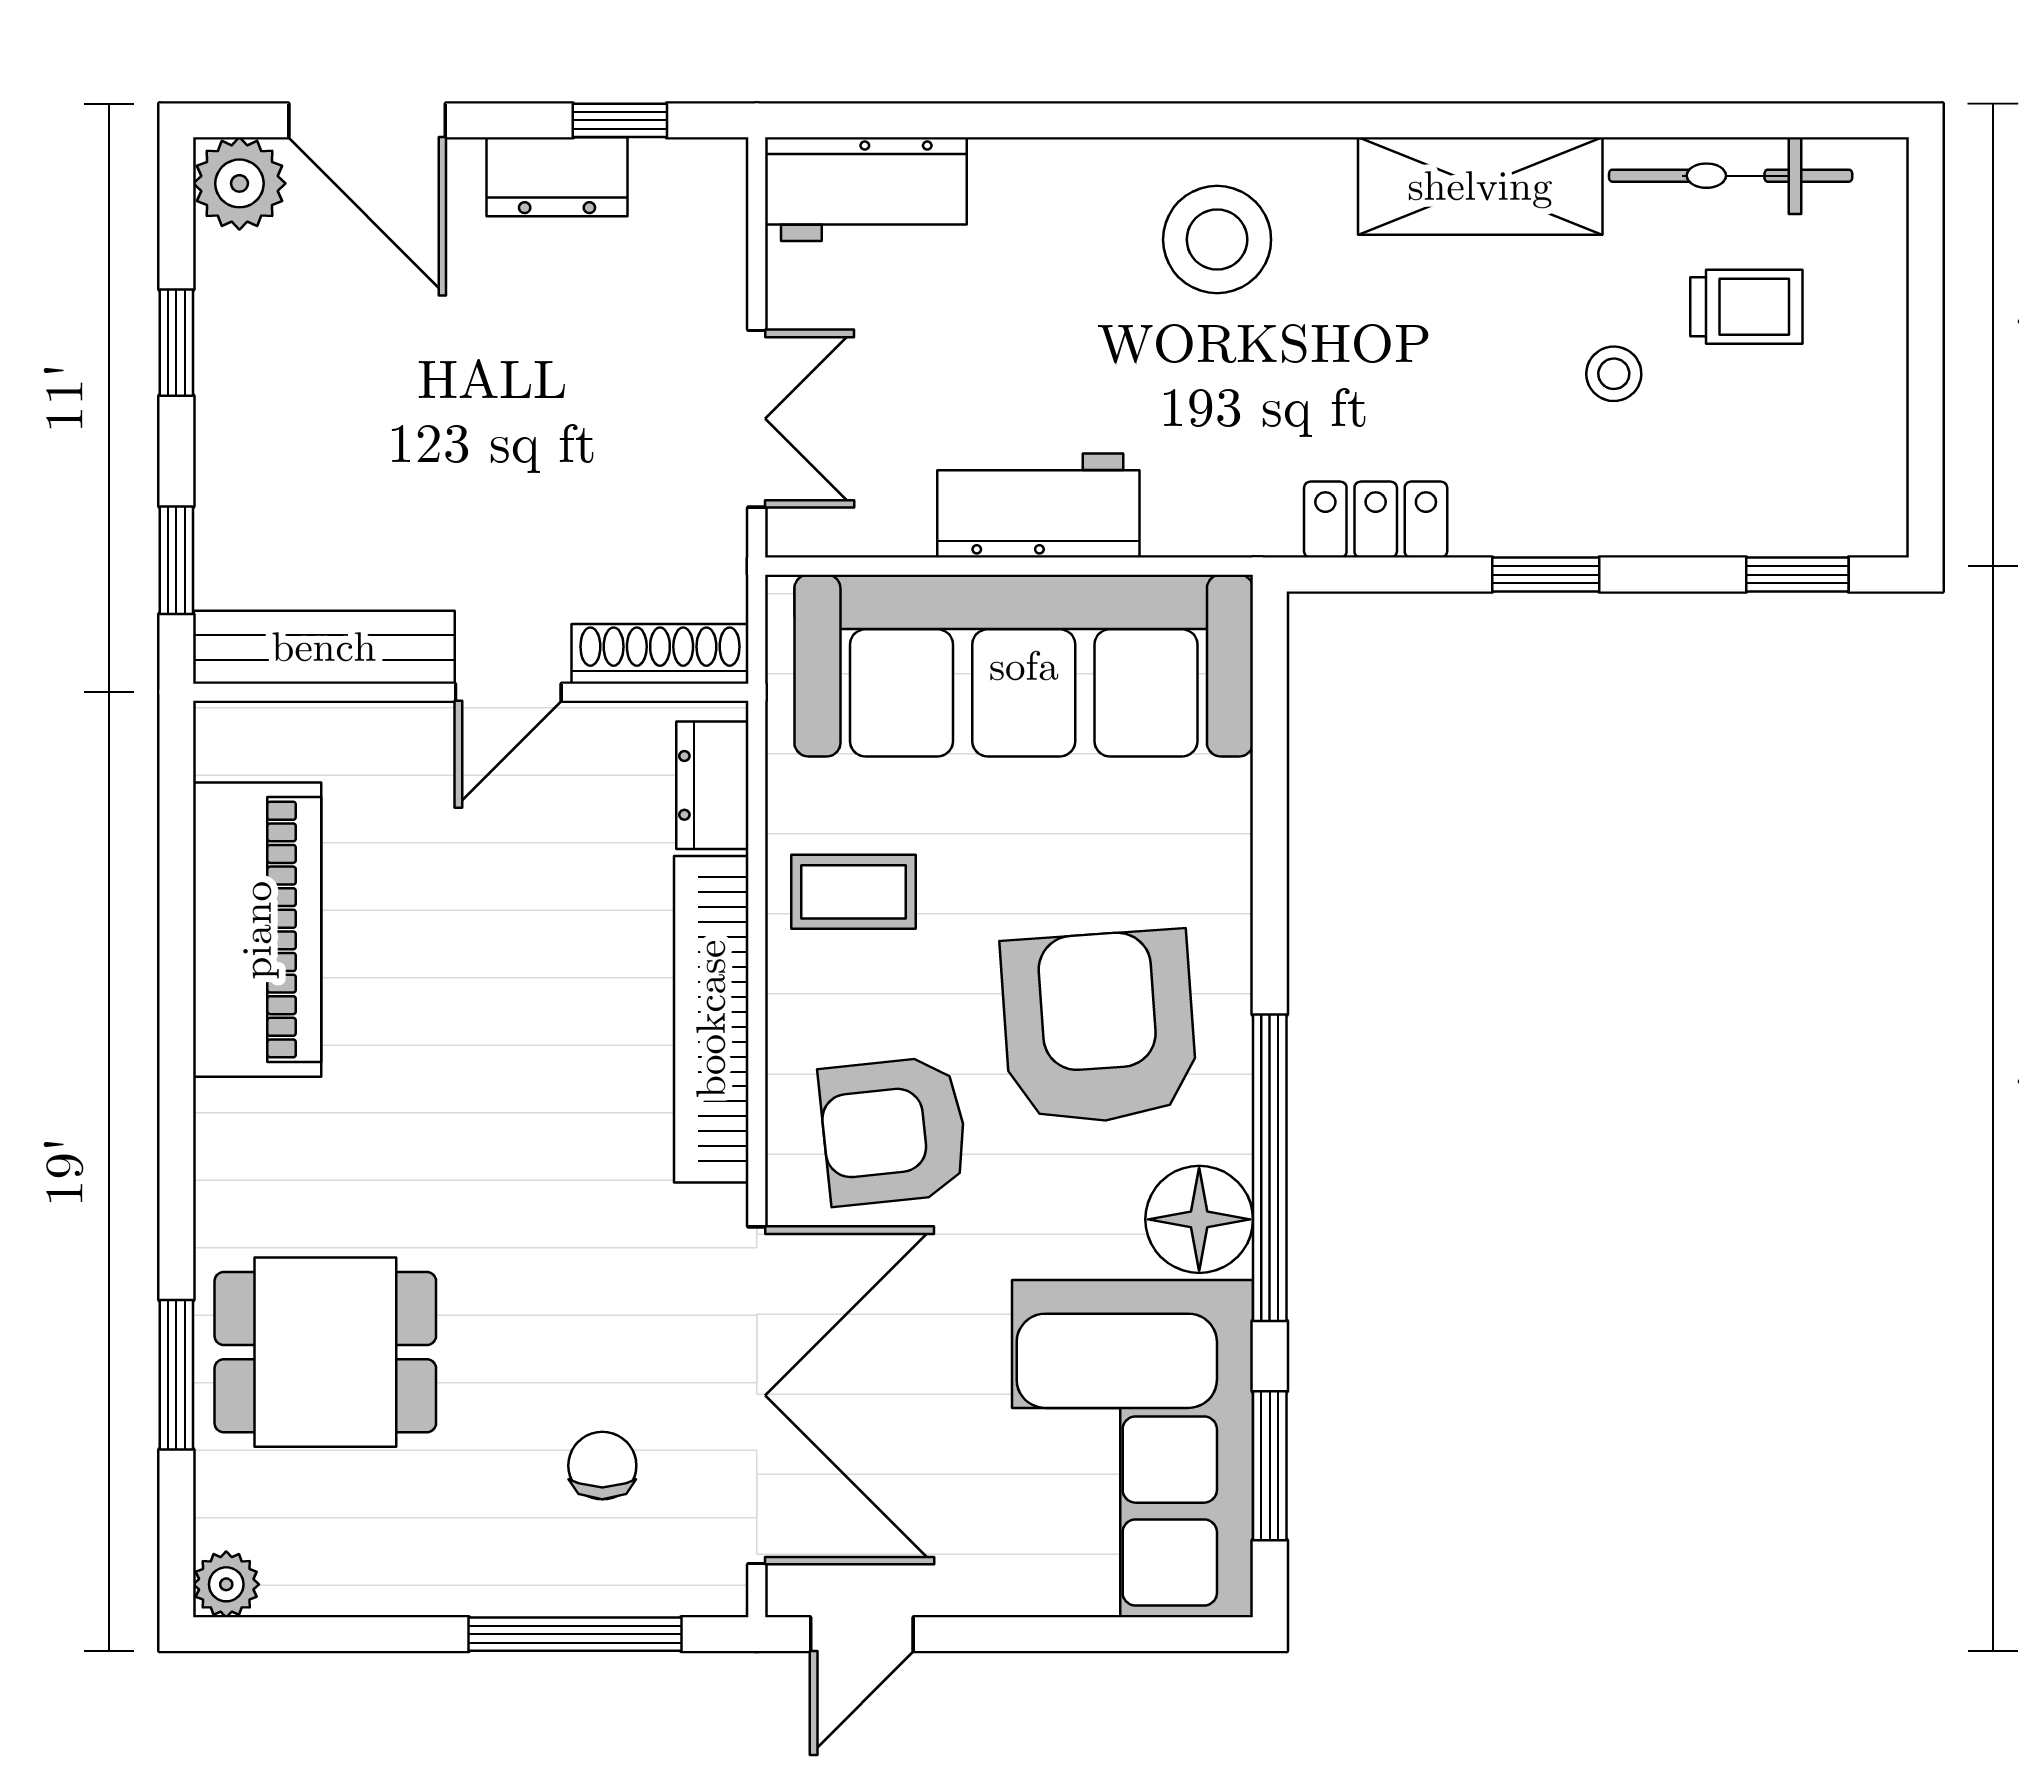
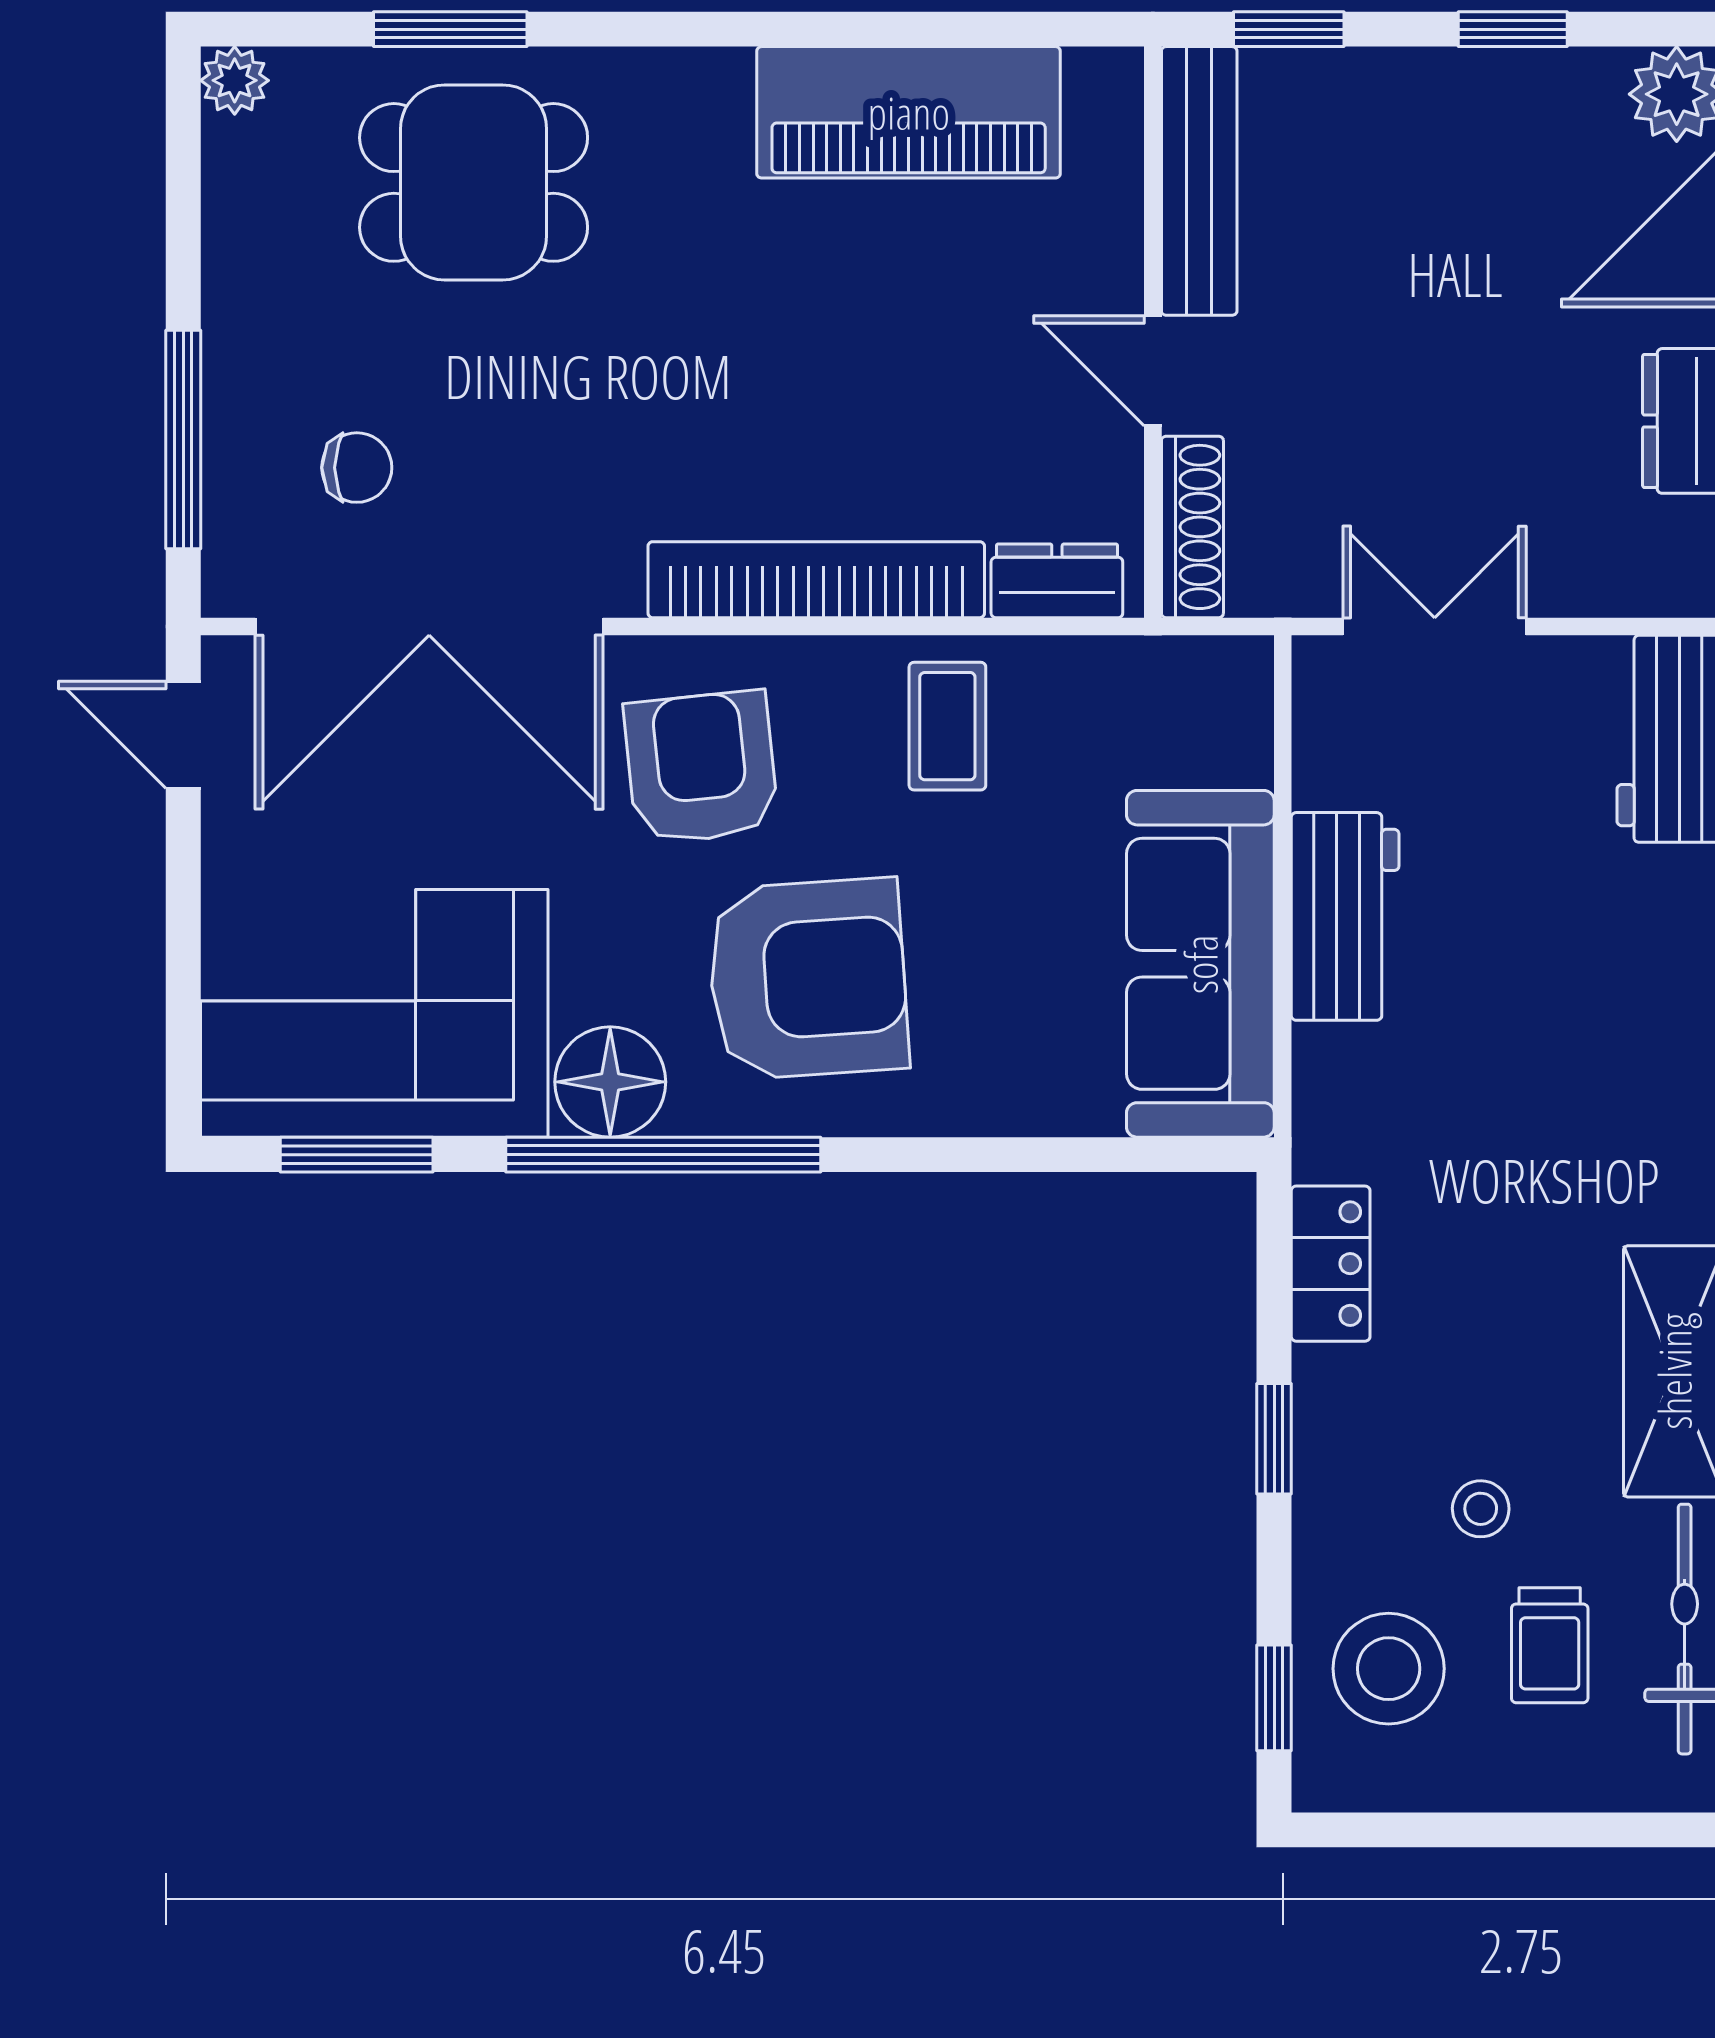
stool: (1217, 240) -> (1389, 1669), moved
double door: (757, 419) -> (1435, 626), swing flipped
sofa: (1024, 666) -> (1200, 964), width x0.74, depth x0.79
dining table: (325, 1352) -> (474, 182), turned 90

